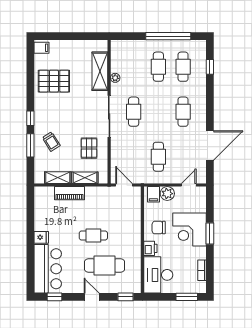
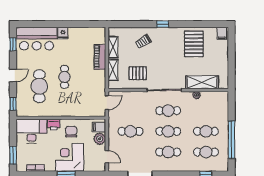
cafe table: (158, 112) -> (168, 131), added
window: (30, 145) -> (140, 24), removed

